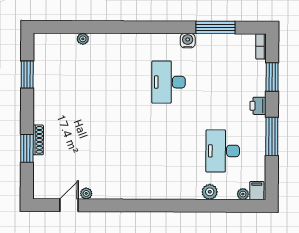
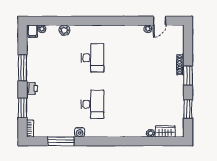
wardrobe: (61, 41) -> (165, 132), added
window: (27, 148) -> (188, 76), moved
desk: (223, 151) -> (92, 58), moved

